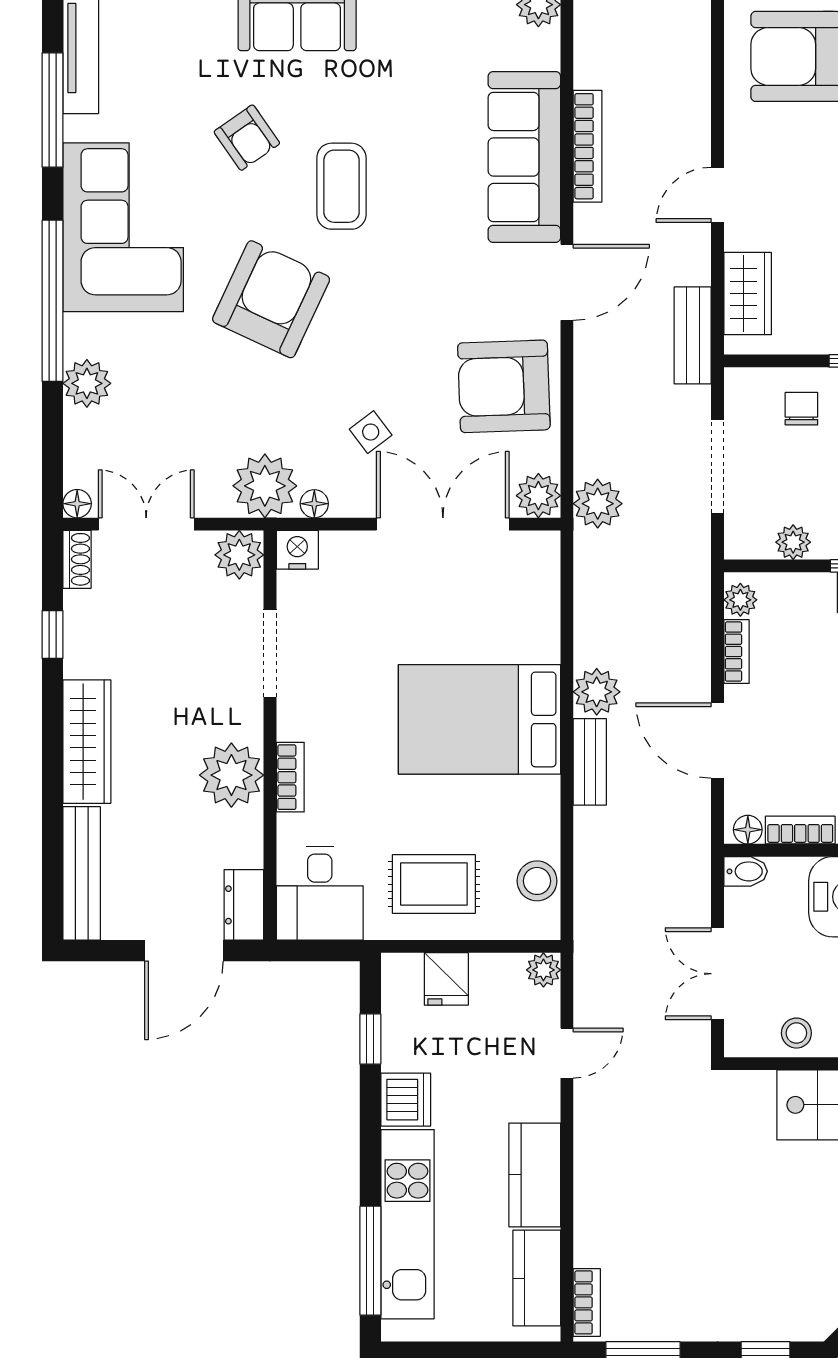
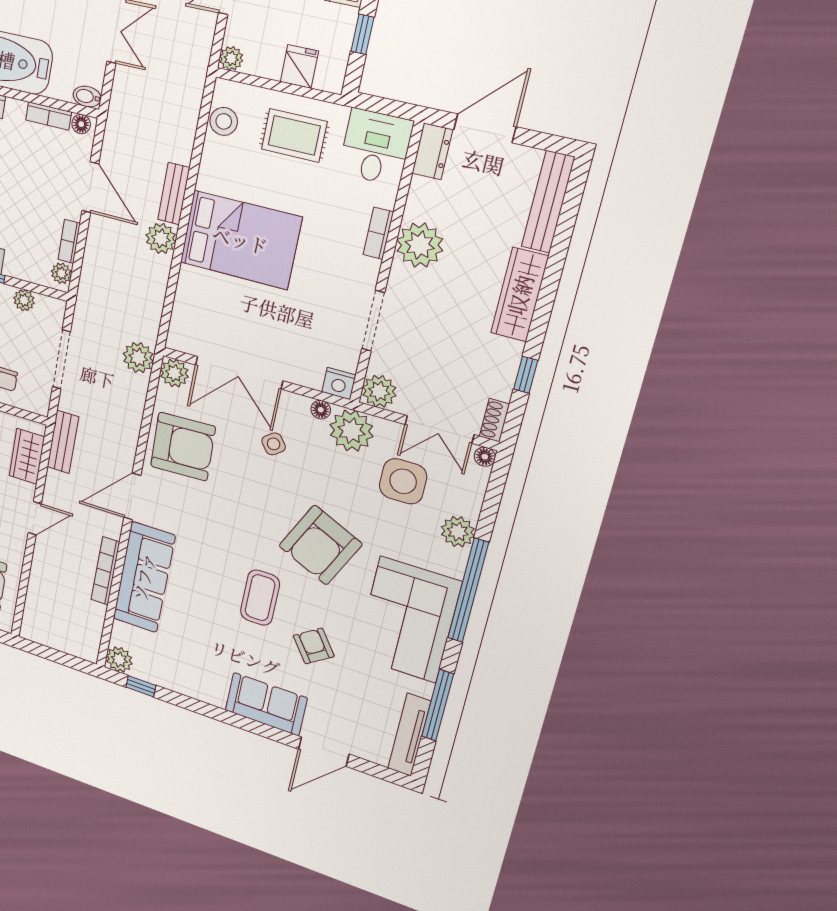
side table: (177, 433) -> (403, 481), added

